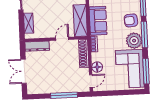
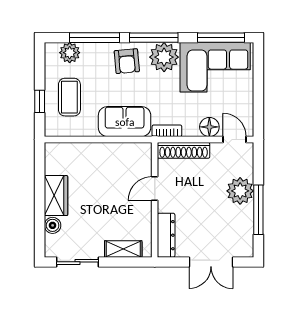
shelving: (80, 20) -> (123, 154), removed
door: (62, 39) -> (155, 189), hinge flipped
plant: (63, 85) -> (240, 191), added
window: (64, 95) -> (258, 210), moved

